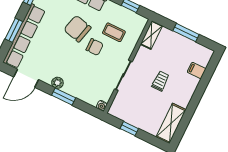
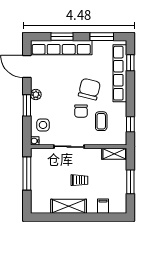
side table: (90, 90) -> (43, 125), added
shelving: (171, 123) -> (69, 206), moved
window: (129, 129) -> (27, 173), width x2.17

